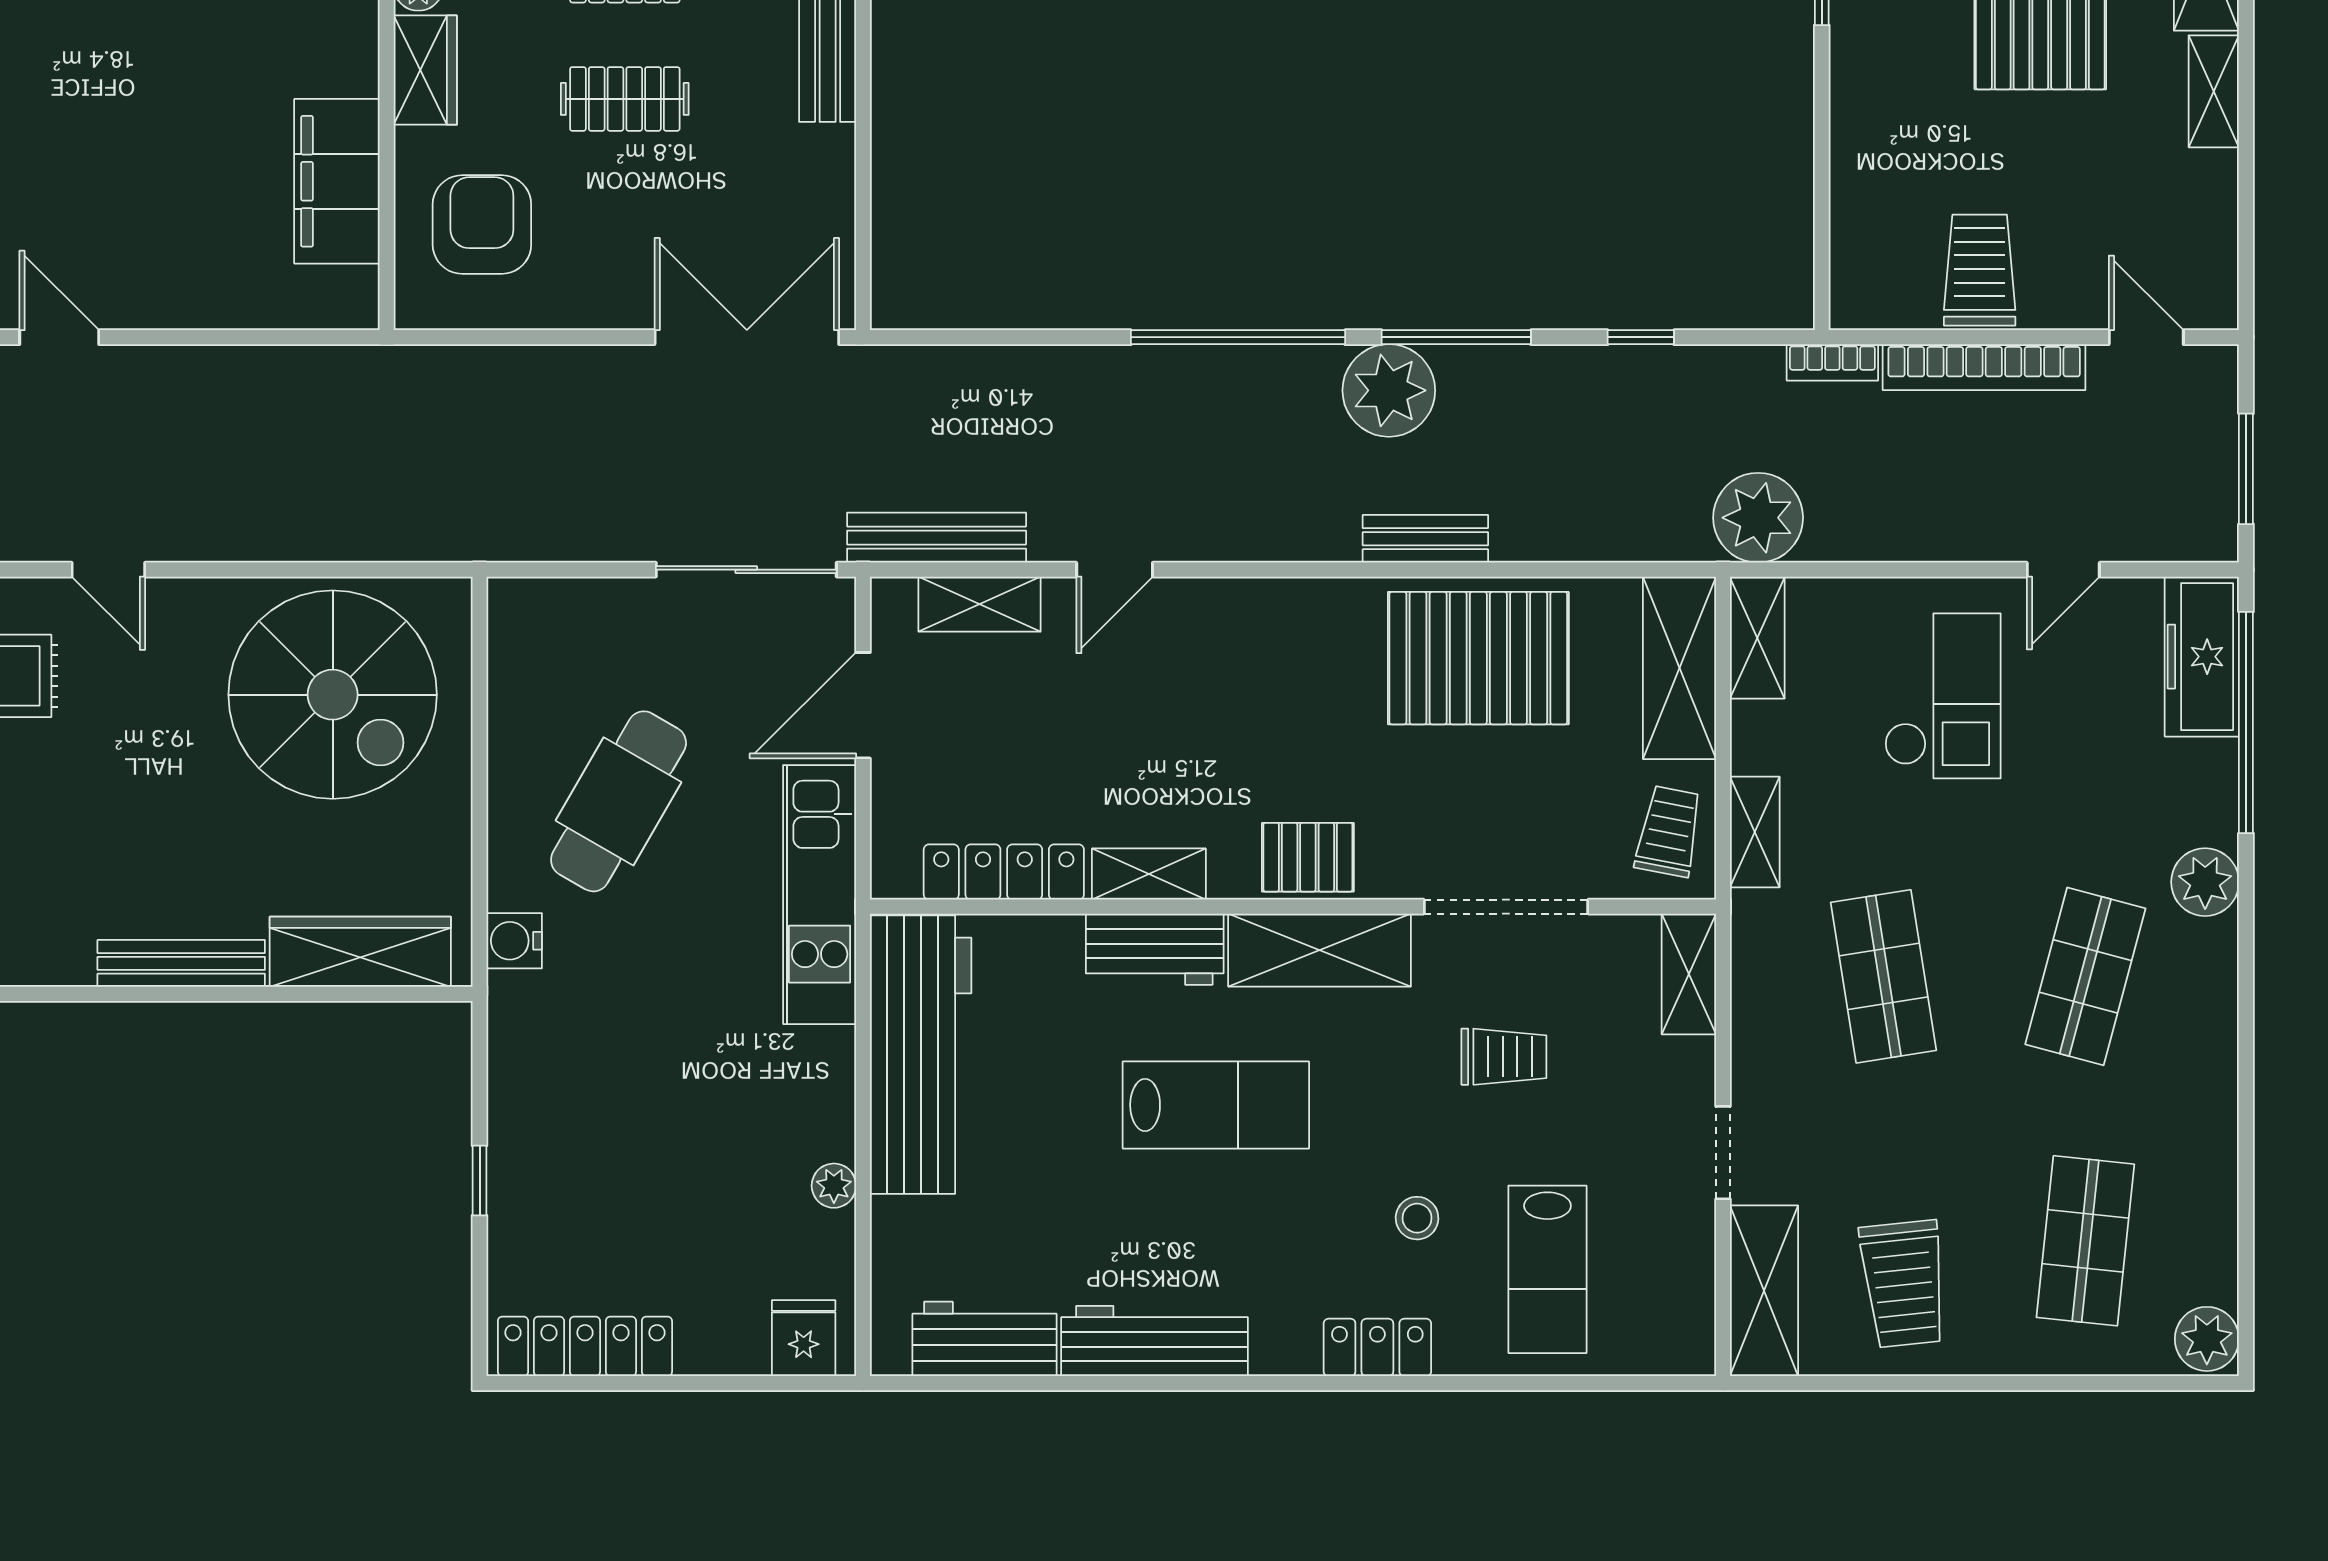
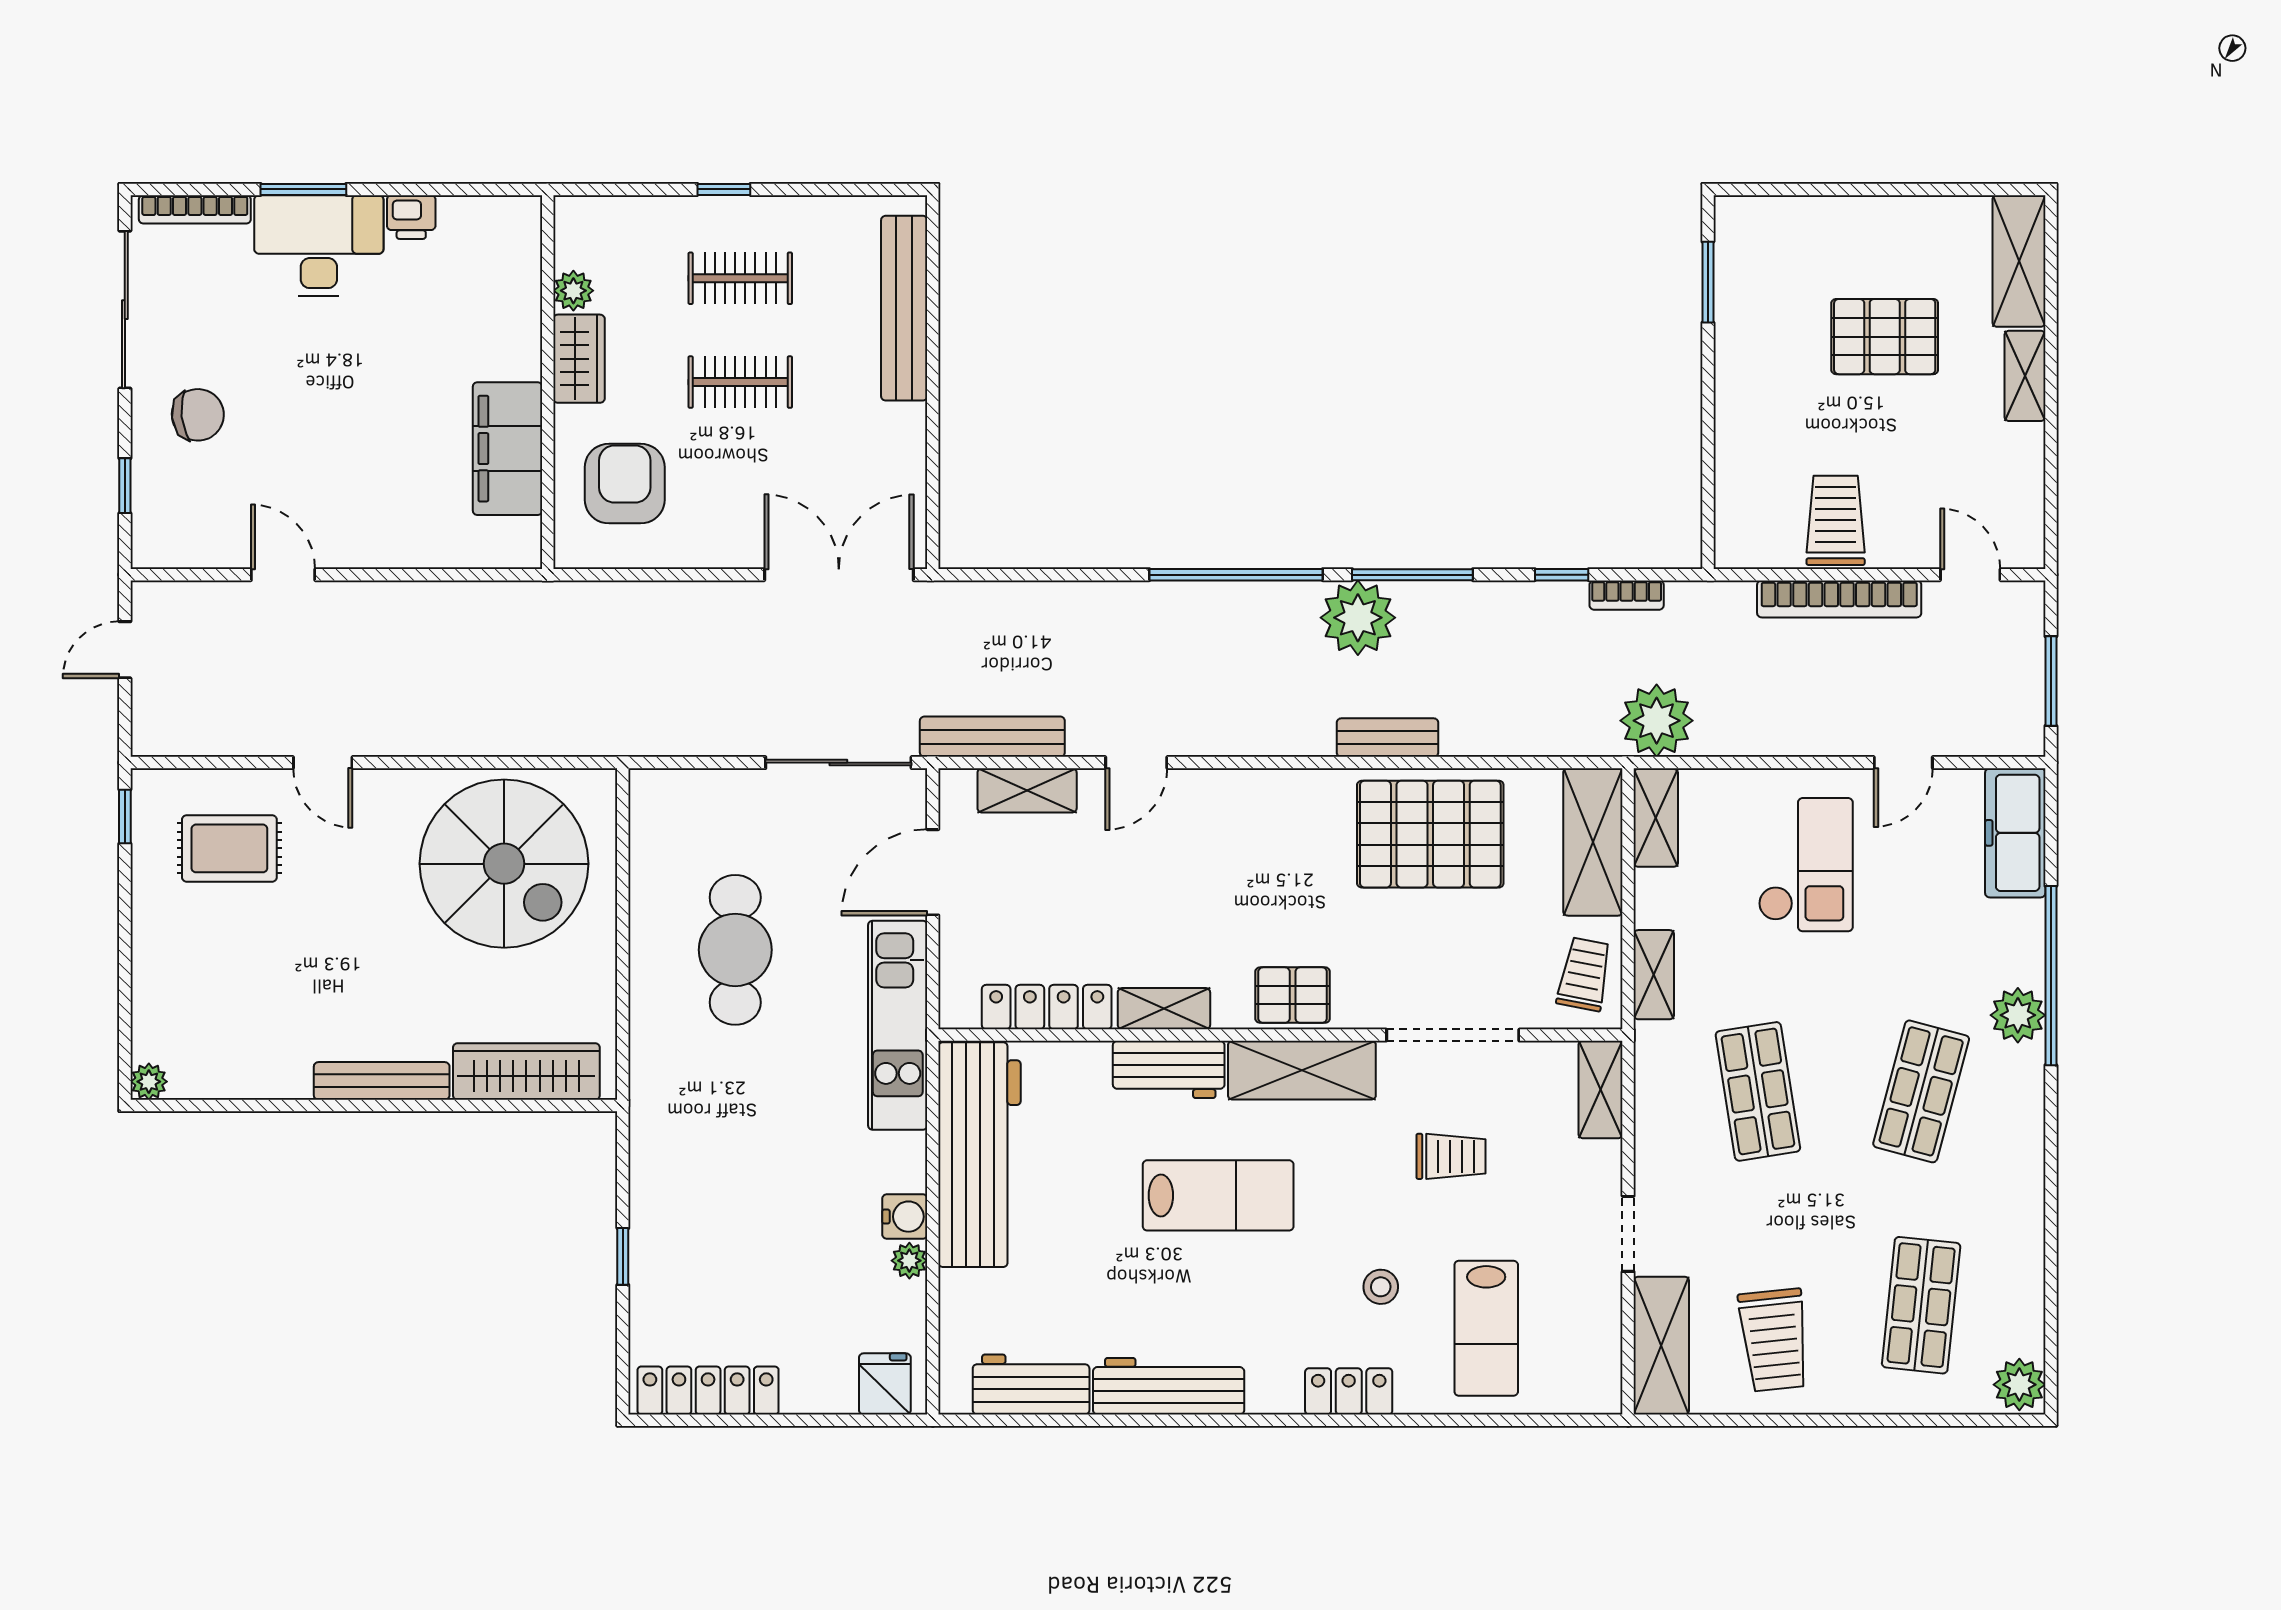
bookcase: (1832, 362) -> (1627, 595), moved
window: (2246, 722) -> (2051, 976), moved
cafe table: (619, 801) -> (735, 950), turned -30
water cooler: (514, 941) -> (905, 1217), moved, turned 180

